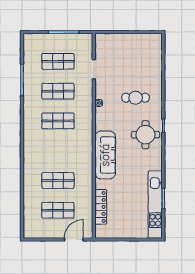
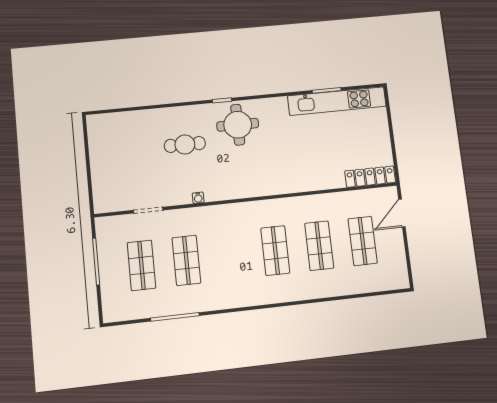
cafe table: (136, 98) -> (185, 144), turned 90
shop shelf: (58, 121) -> (275, 251), moved
sofa: (105, 155) -> (274, 180), removed
locker: (101, 207) -> (370, 177), moved
door: (74, 240) -> (402, 213), hinge flipped

